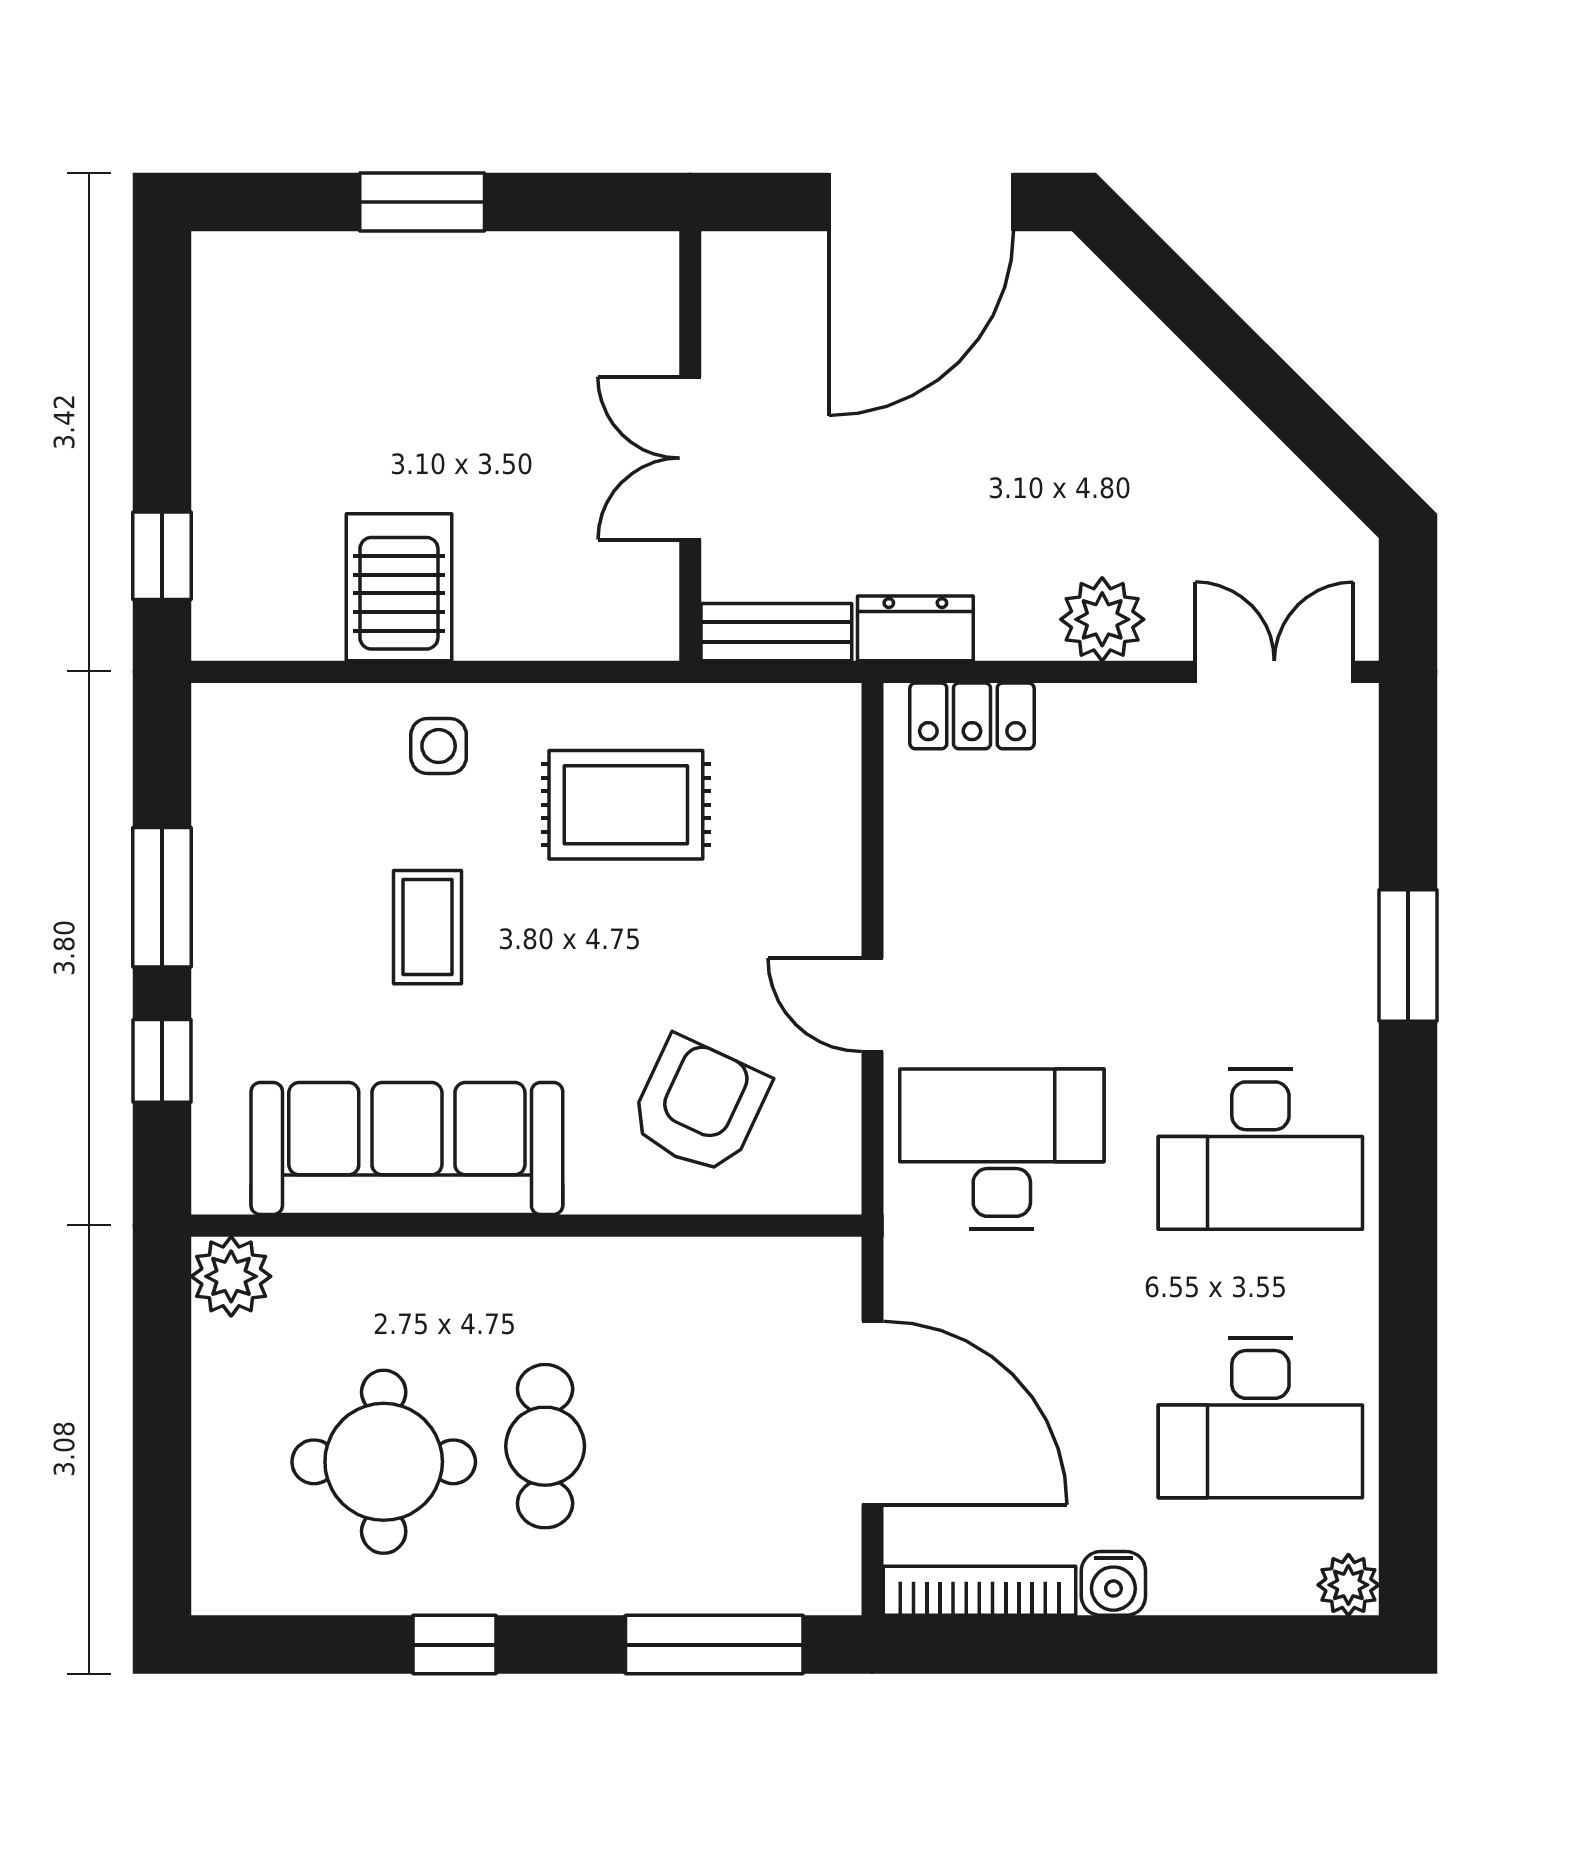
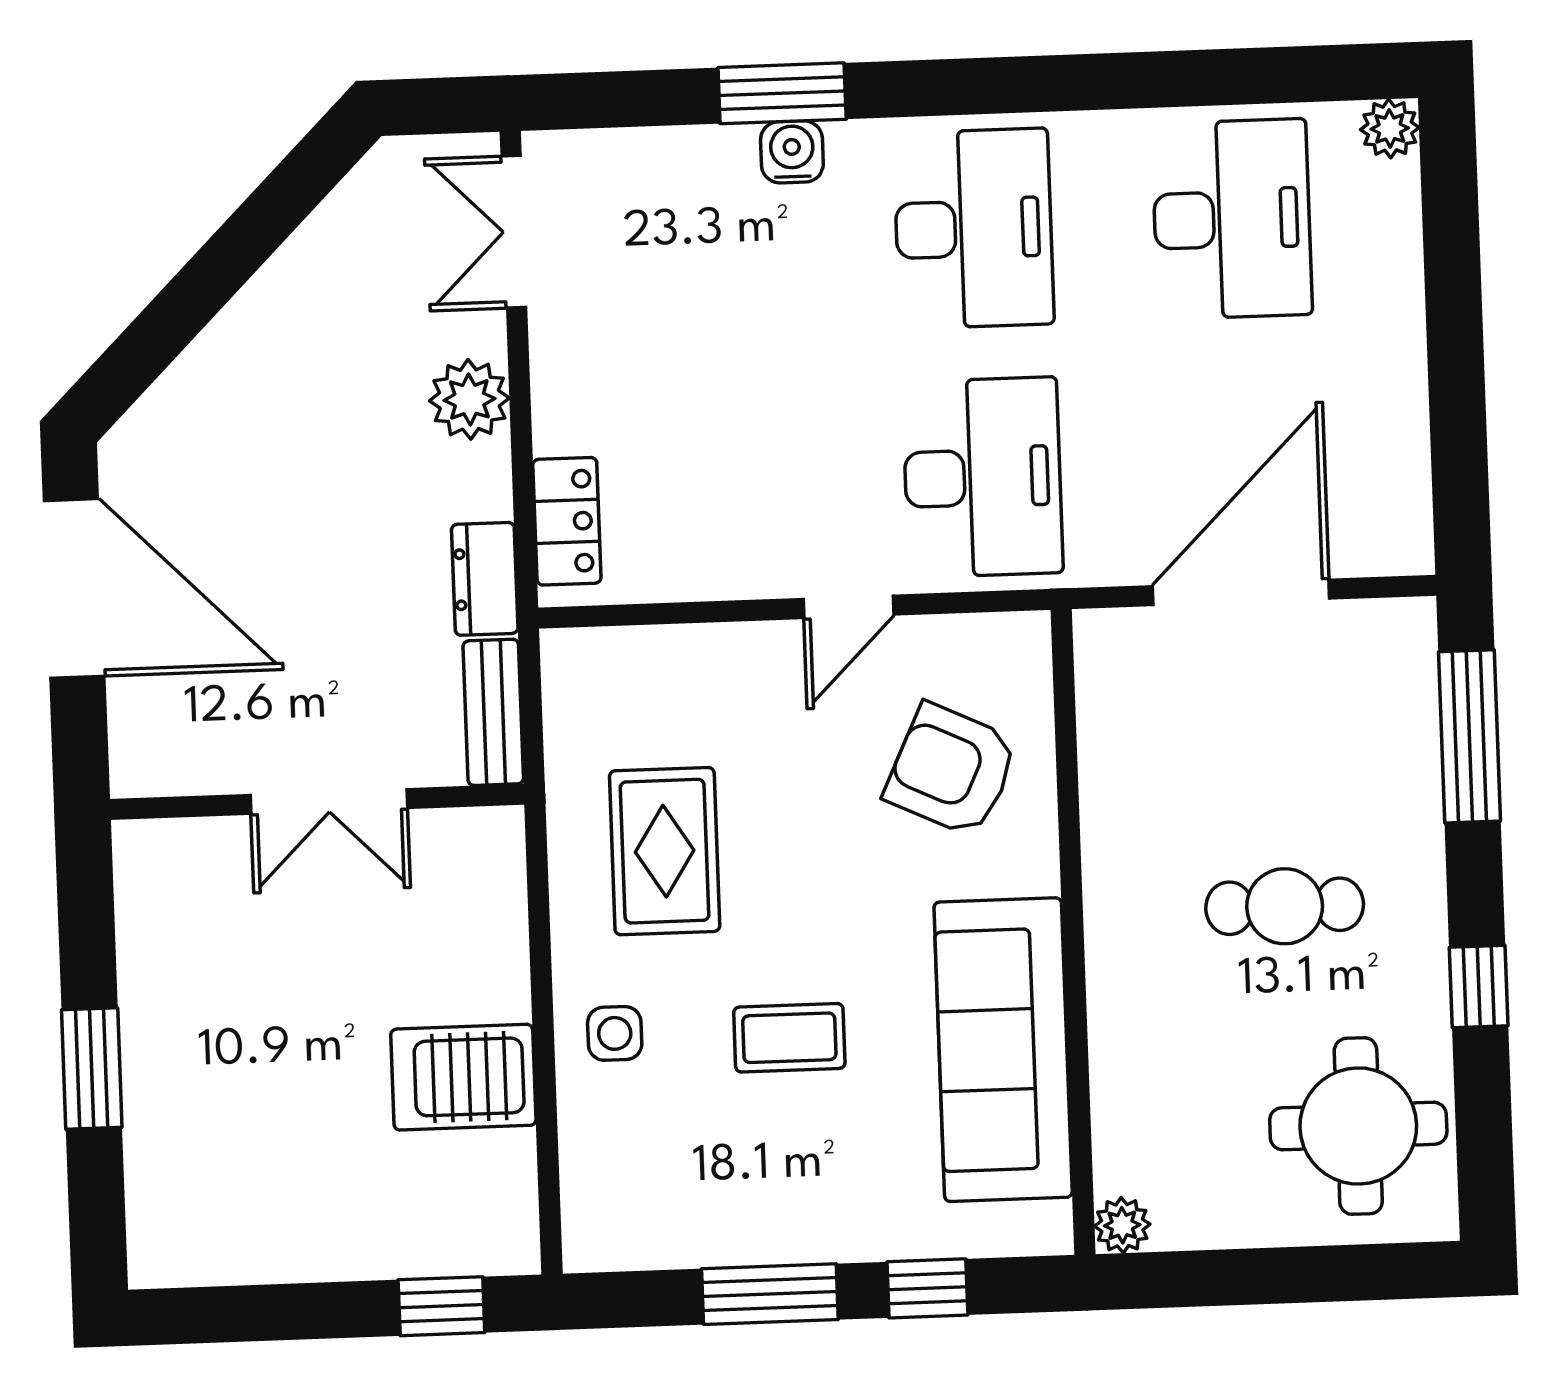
desk: (1002, 1149) -> (983, 477), turned 180
plant: (231, 1276) -> (1122, 1225), width x0.73, depth x0.73
round table: (384, 1462) -> (1358, 1126), moved
water cooler: (1113, 1583) -> (792, 152), moved, turned -90
bookcase: (979, 1591) -> (1408, 483), removed

